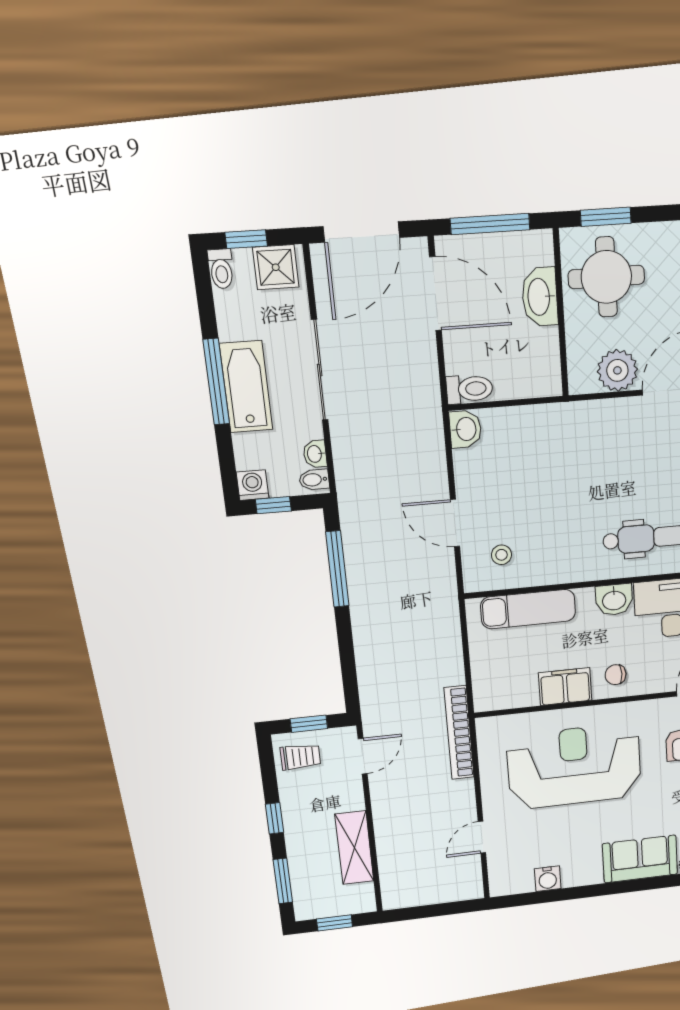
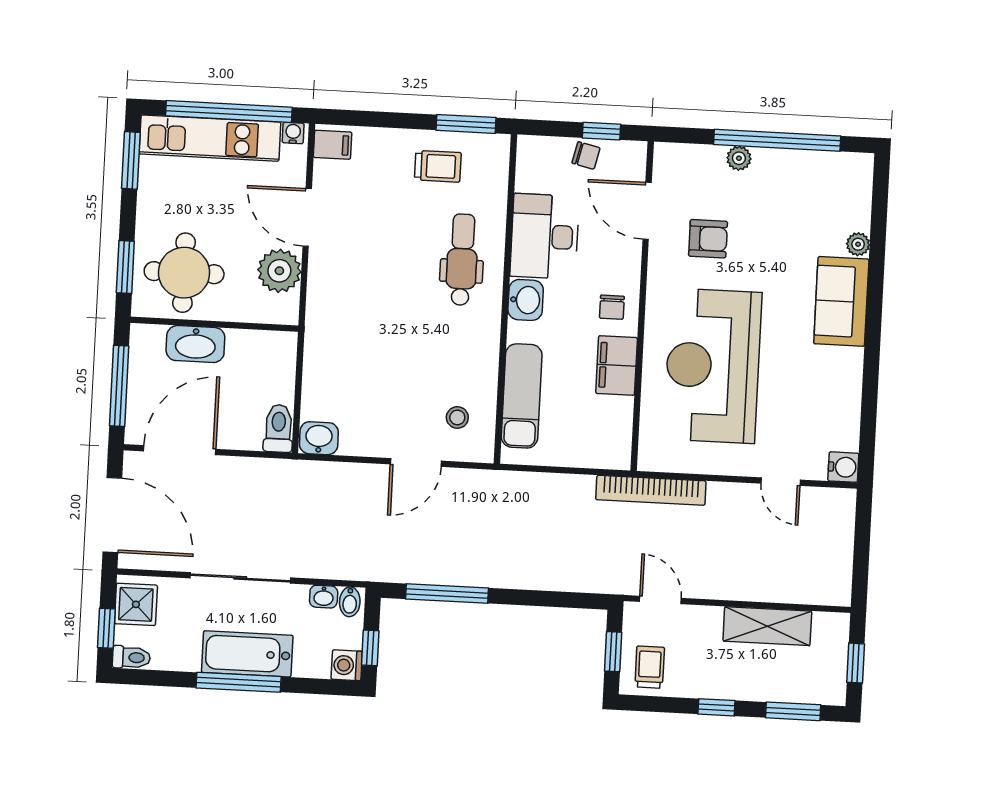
water cooler: (548, 879) -> (843, 467), moved

